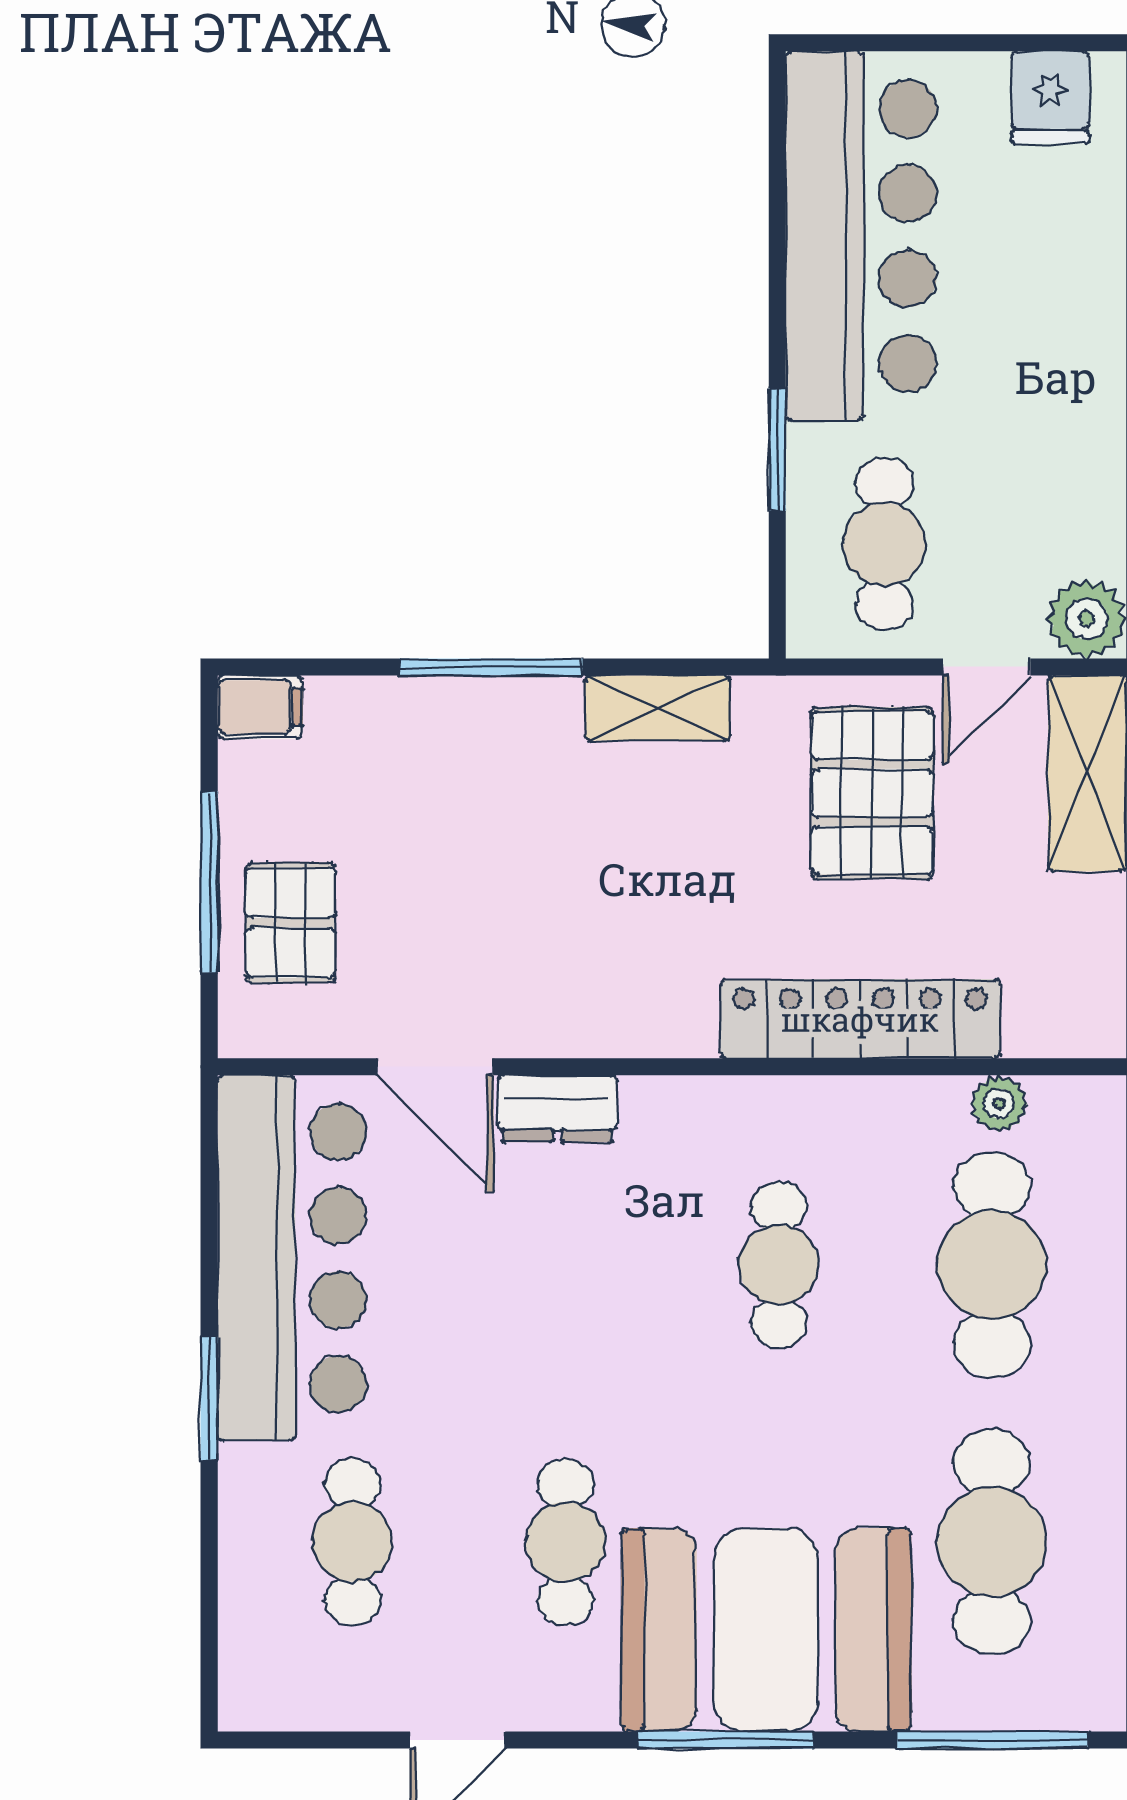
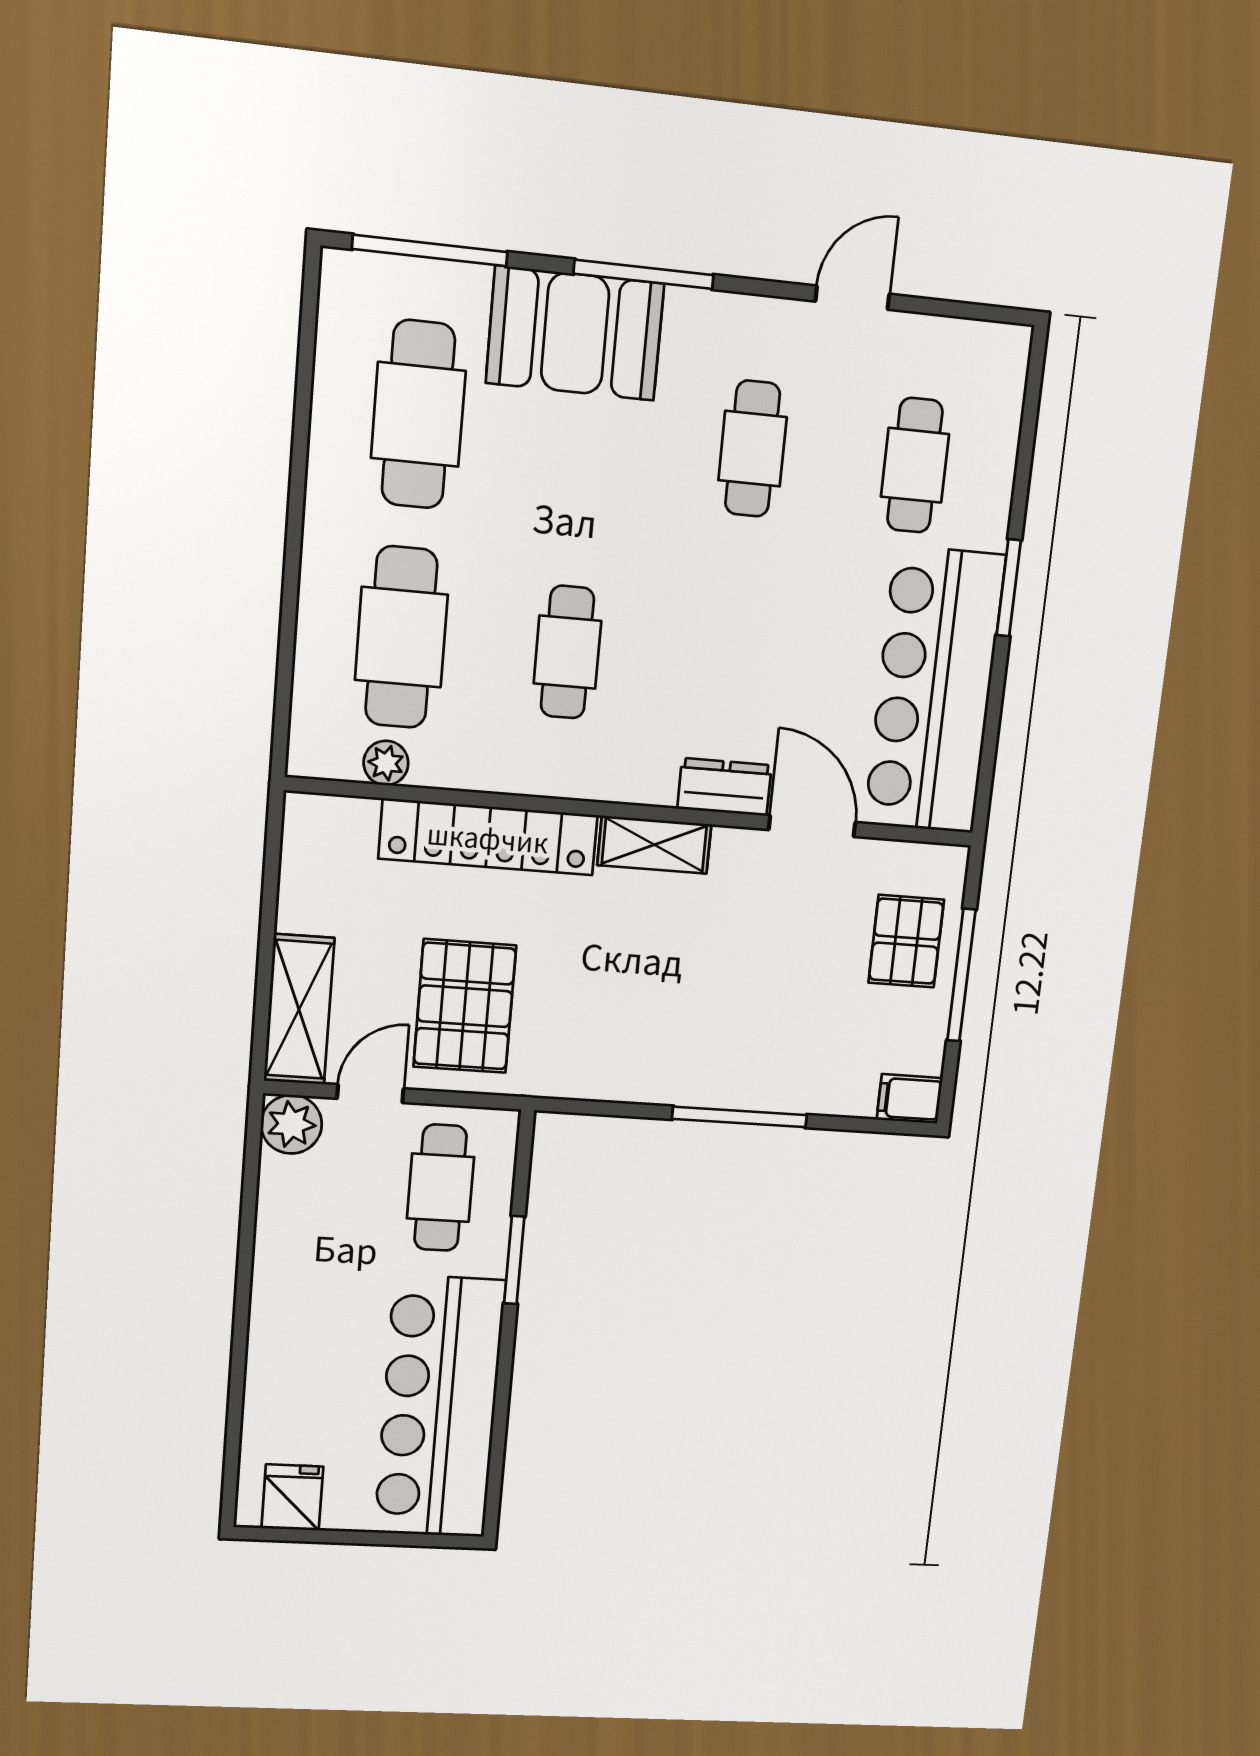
shelving: (658, 708) -> (654, 845), moved
booth: (766, 1630) -> (575, 333), width x0.73, depth x0.70

